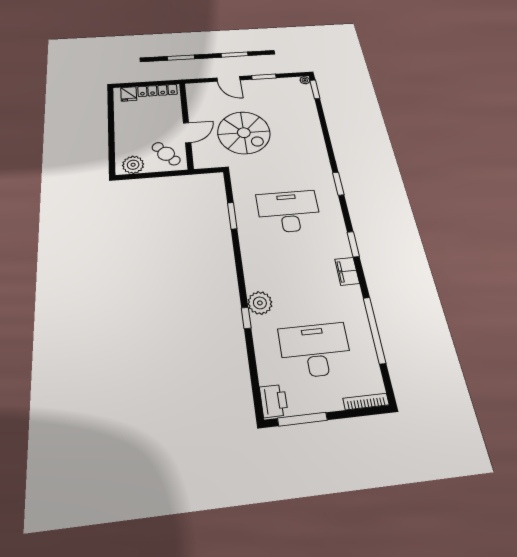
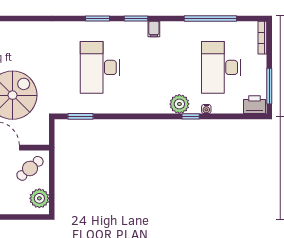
window: (338, 184) -> (98, 19), moved
window: (232, 216) -> (81, 116), moved
filing cabinet: (347, 271) -> (154, 29), width x0.50
water cooler: (258, 337) -> (206, 109), added

